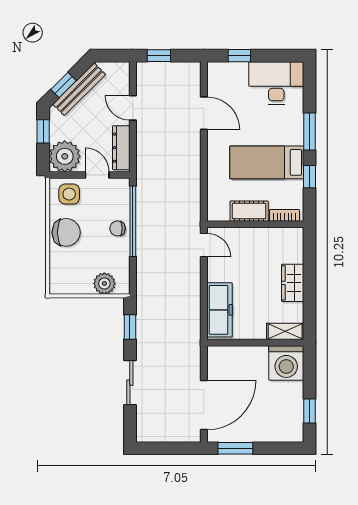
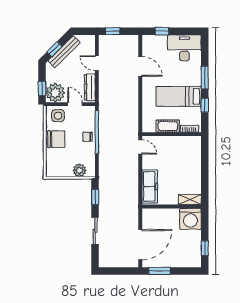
window: (43, 131) -> (42, 88), moved
wardrobe: (293, 283) -> (194, 170), removed

